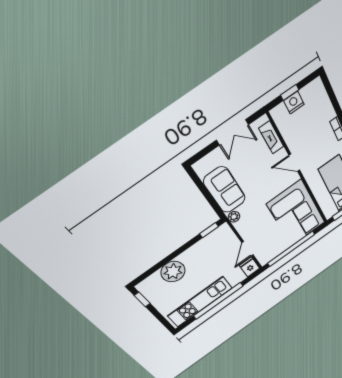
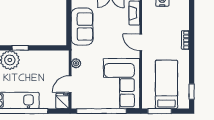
plant: (234, 217) -> (76, 63), moved
window: (209, 230) -> (20, 48), moved

